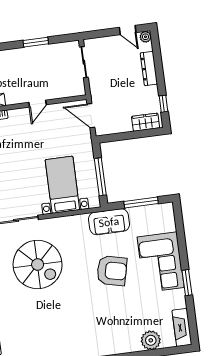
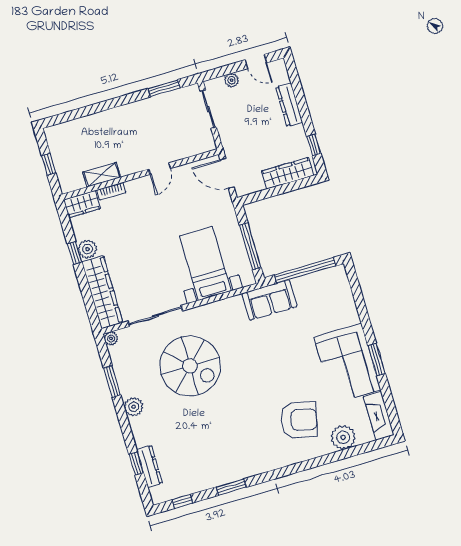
plant: (146, 37) -> (232, 80), moved
window: (36, 42) -> (164, 88), moved
wardrobe: (146, 122) -> (287, 173), width x1.50
window: (141, 203) -> (305, 270), width x1.46
corner sofa: (161, 262) -> (347, 363), moved
armchair: (112, 271) -> (299, 420), moved

